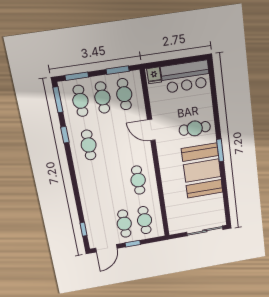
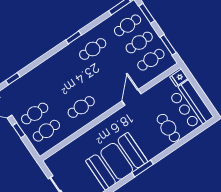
cafe table: (195, 128) -> (168, 128), moved
window: (65, 135) -> (74, 37), moved

